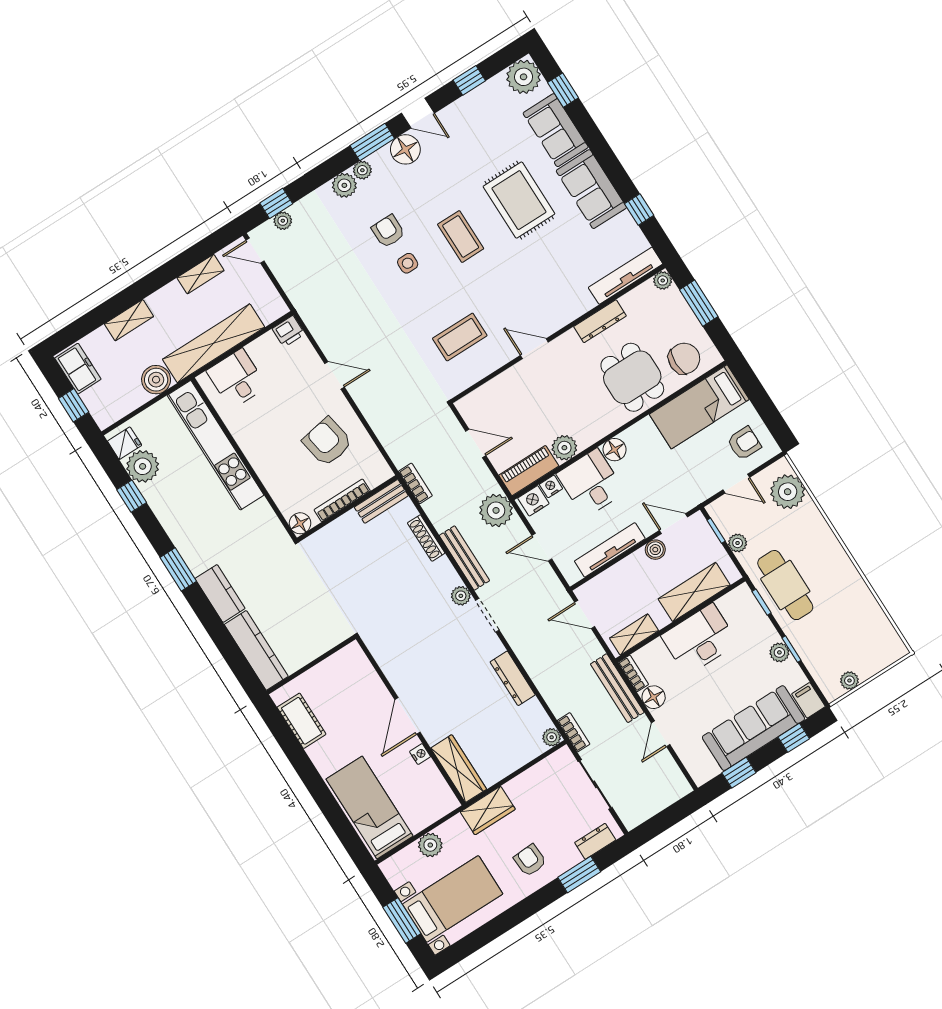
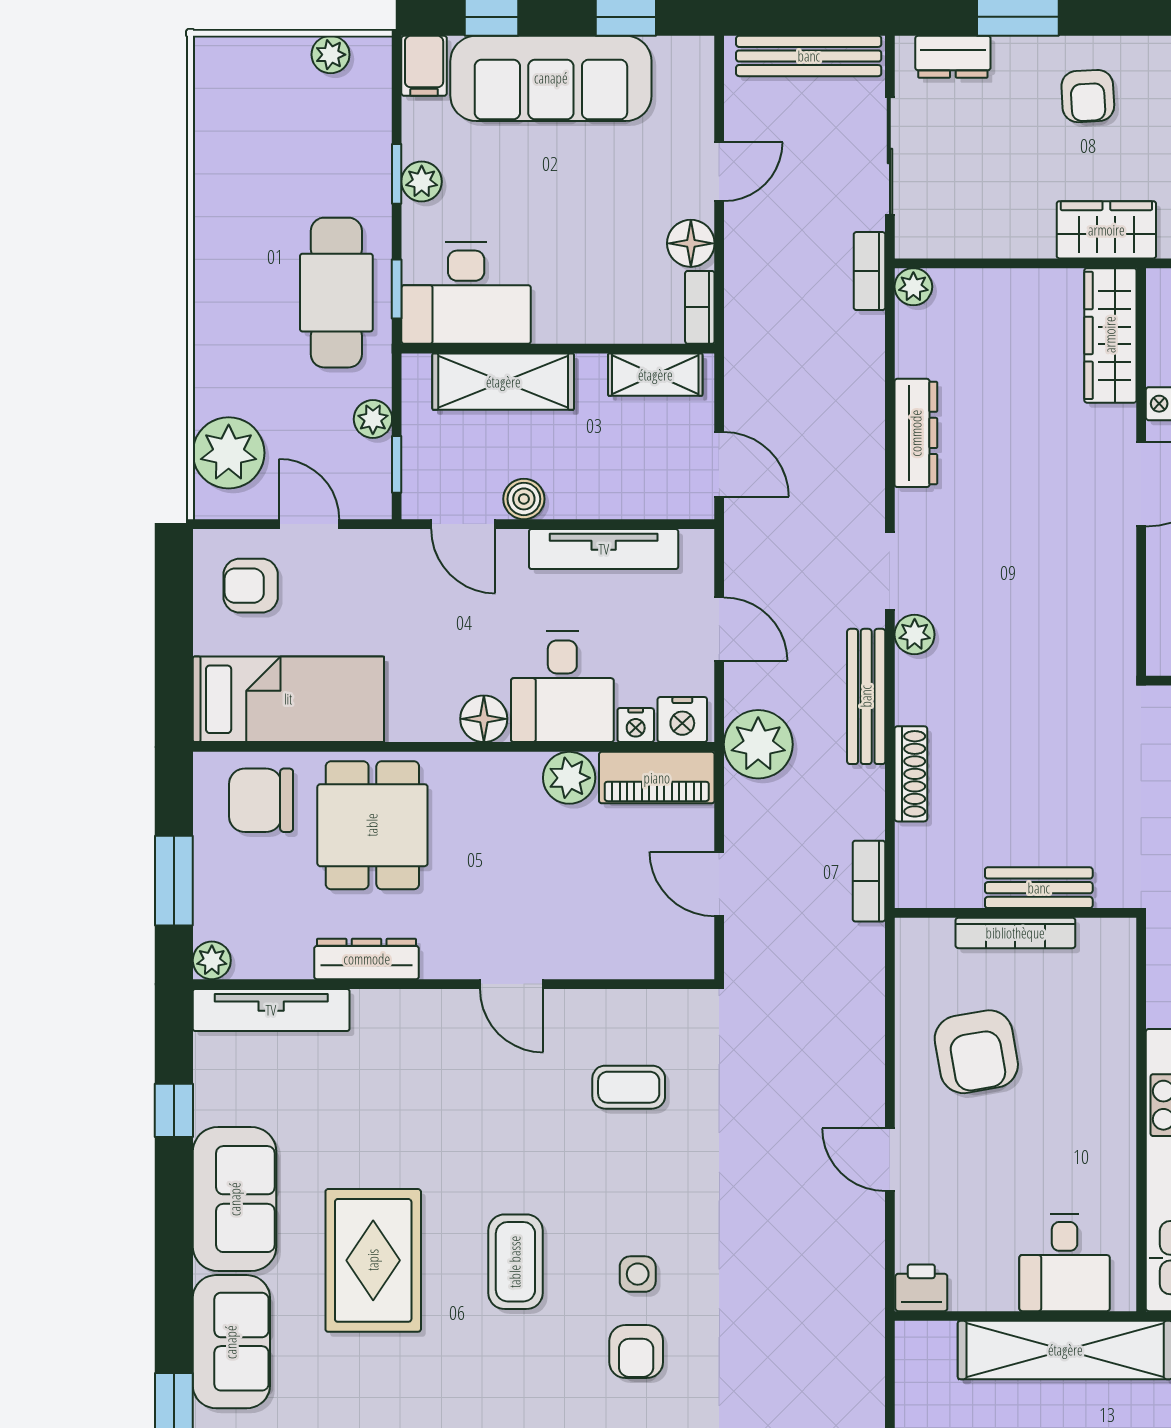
coffee table: (460, 337) -> (629, 1087), width x0.73, depth x0.77
bench: (381, 501) -> (1039, 888), moved
floor lamp: (300, 523) -> (1114, 940), removed
desk: (699, 639) -> (466, 293), moved
bench: (617, 688) -> (809, 56), moved, turned 90

